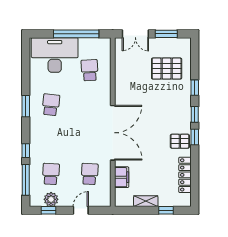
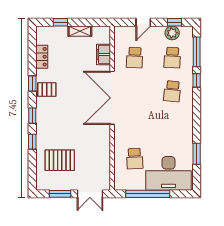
double door: (135, 34) -> (90, 194), swing flipped
school desk: (51, 105) -> (172, 91), moved
window: (26, 106) -> (197, 154), moved
window: (195, 137) -> (32, 83), moved
locker: (185, 175) -> (42, 57), width x0.66

